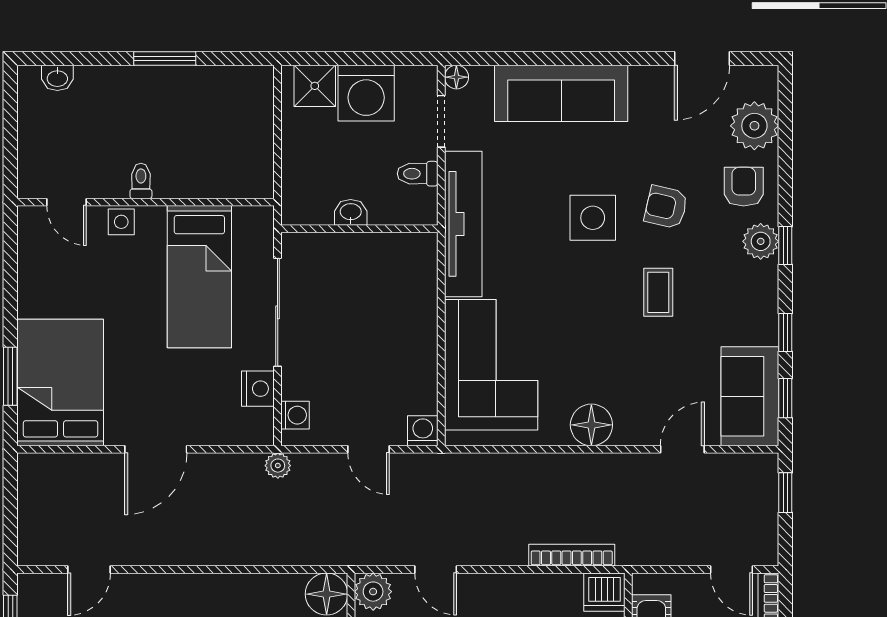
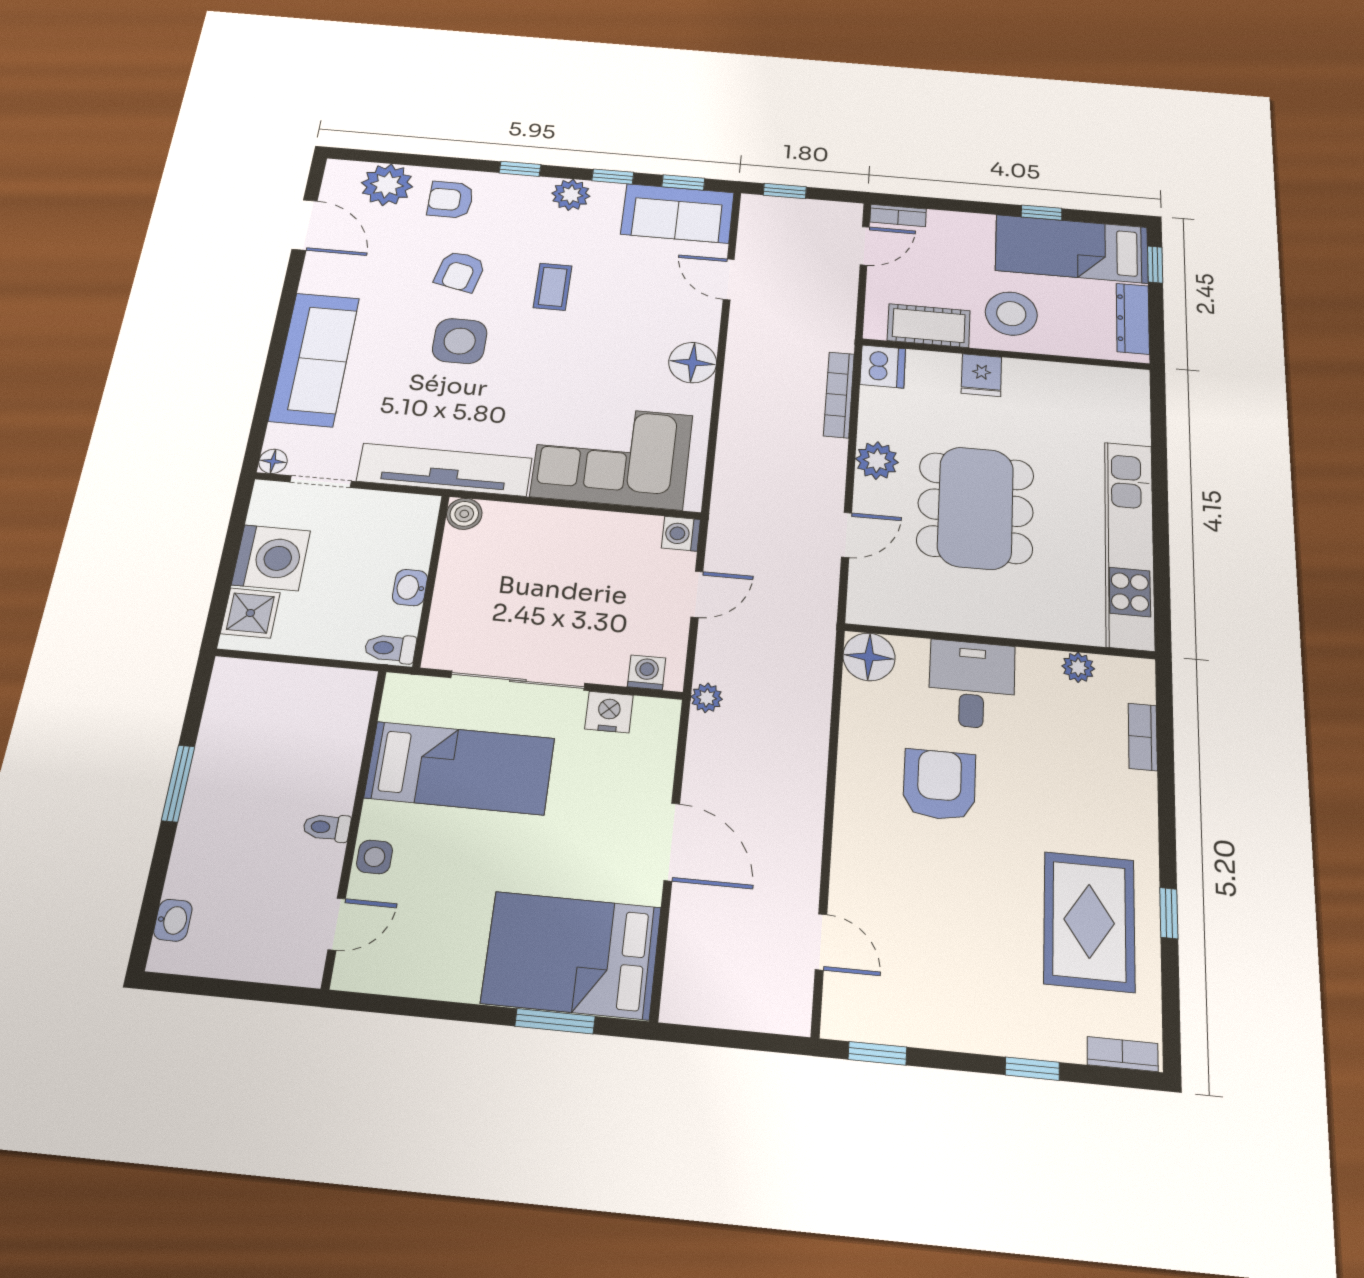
toilet: (418, 174) -> (390, 648), moved, turned 90
plant: (761, 241) -> (571, 195), moved
boiler: (423, 247) -> (464, 514), added
coffee table: (658, 292) -> (553, 287), turned 90
plant: (373, 592) -> (877, 461), moved

